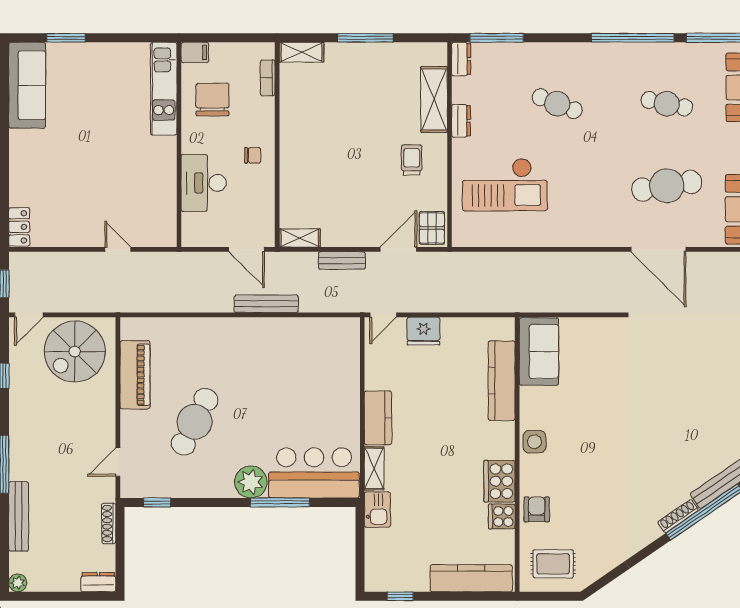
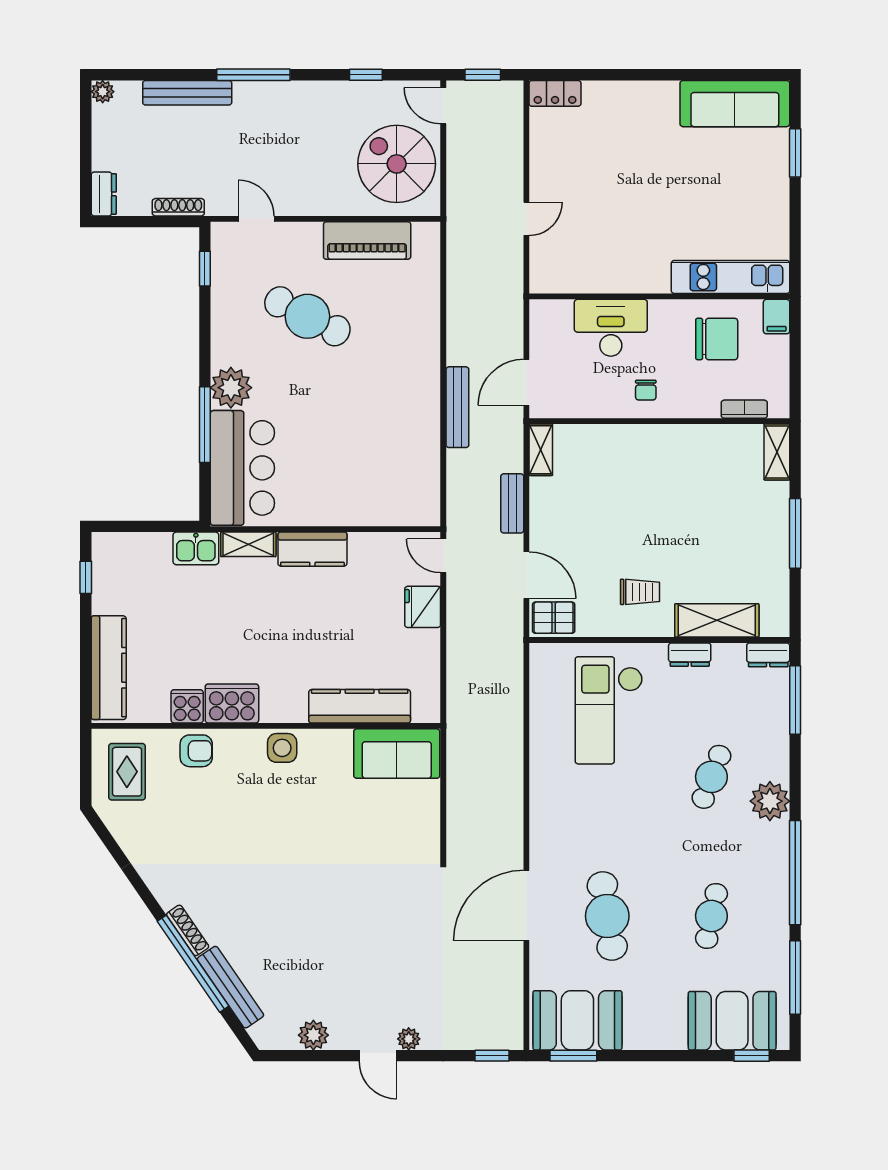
plant: (576, 58) -> (770, 801), added

